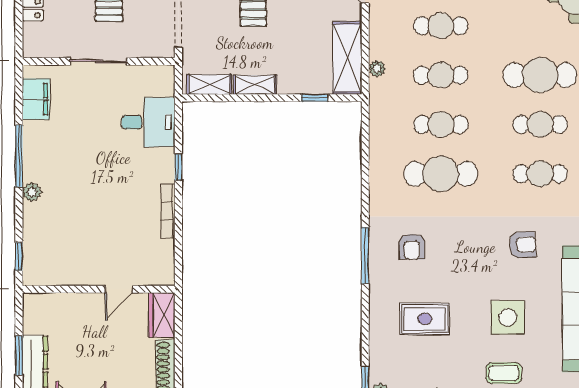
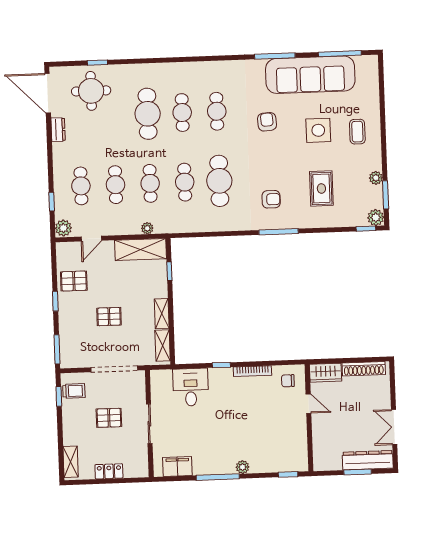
chair: (152, 261) -> (288, 381), added

